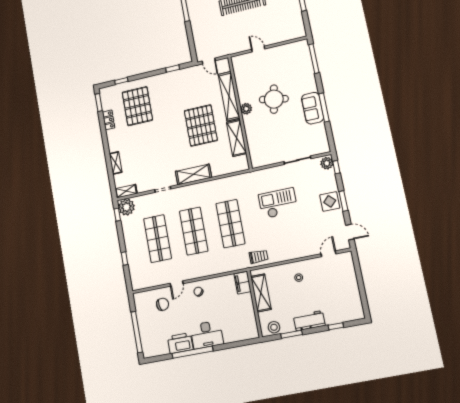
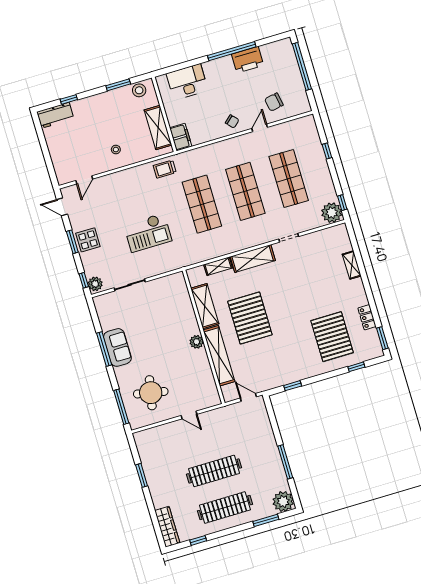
round table: (274, 99) -> (151, 393), moved
shelving: (126, 191) -> (218, 266), moved
workbench: (309, 321) -> (55, 115), moved
desk: (207, 335) -> (187, 82), moved

